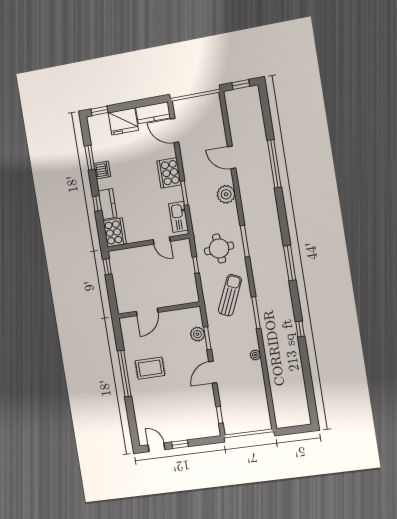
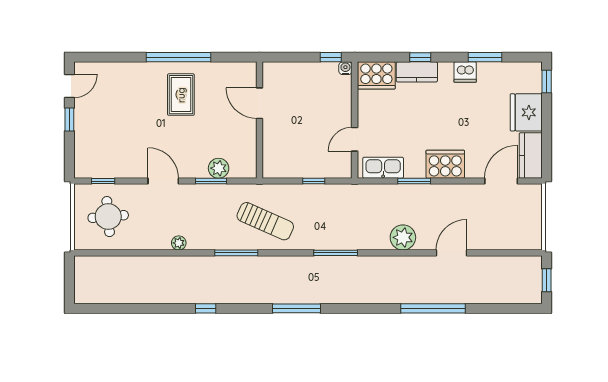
round table: (219, 248) -> (108, 217), moved
water cooler: (113, 255) -> (345, 68), added

